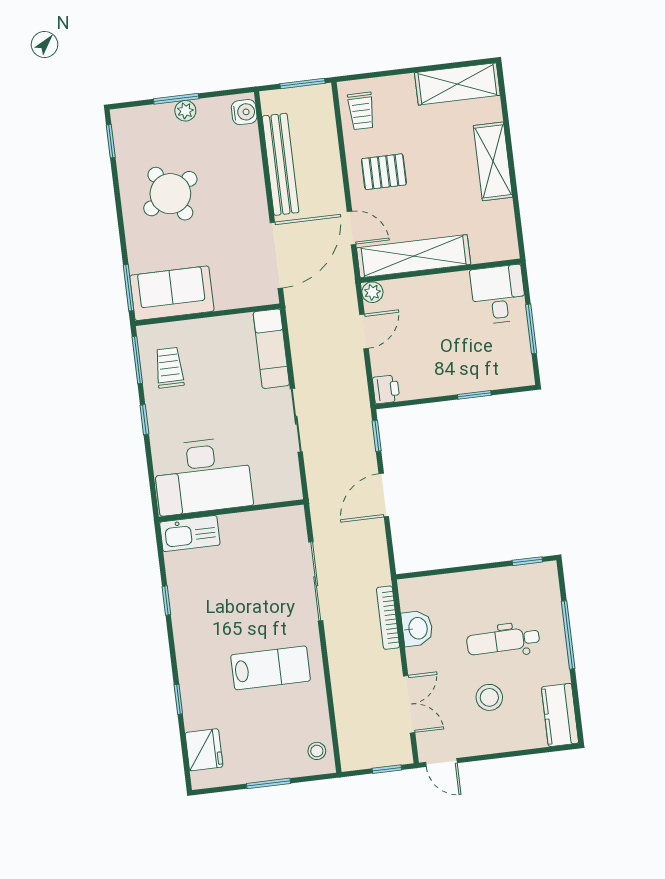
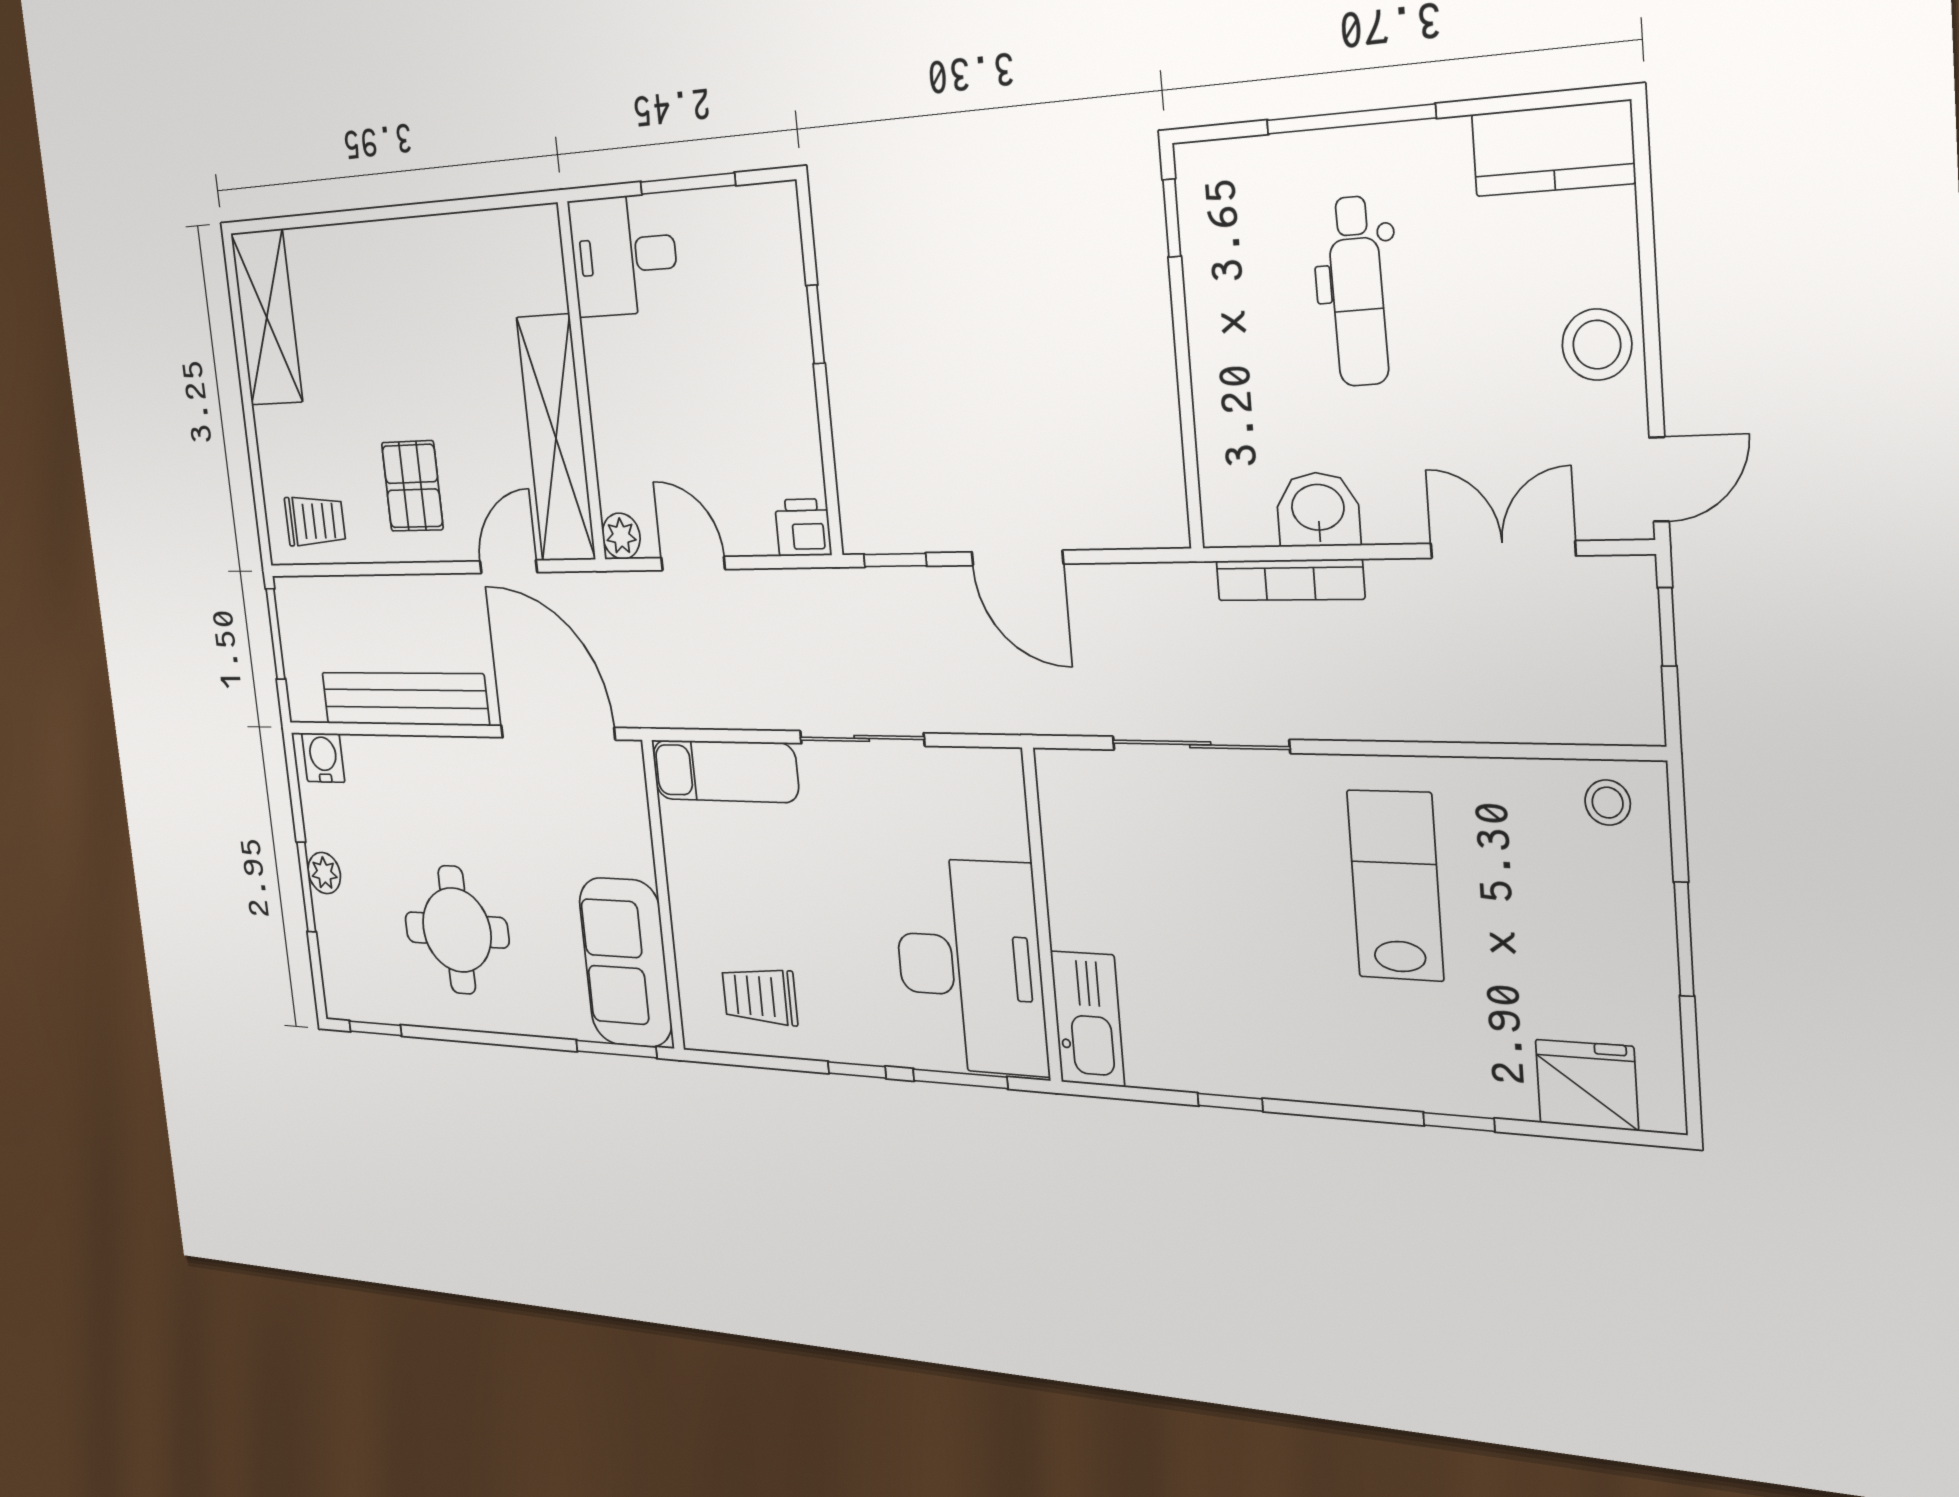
shelving: (493, 161) -> (390, 252), removed
round table: (170, 194) -> (457, 930), turned 31
window: (137, 360) -> (960, 1079), moved
stool: (489, 697) -> (1597, 345), moved

